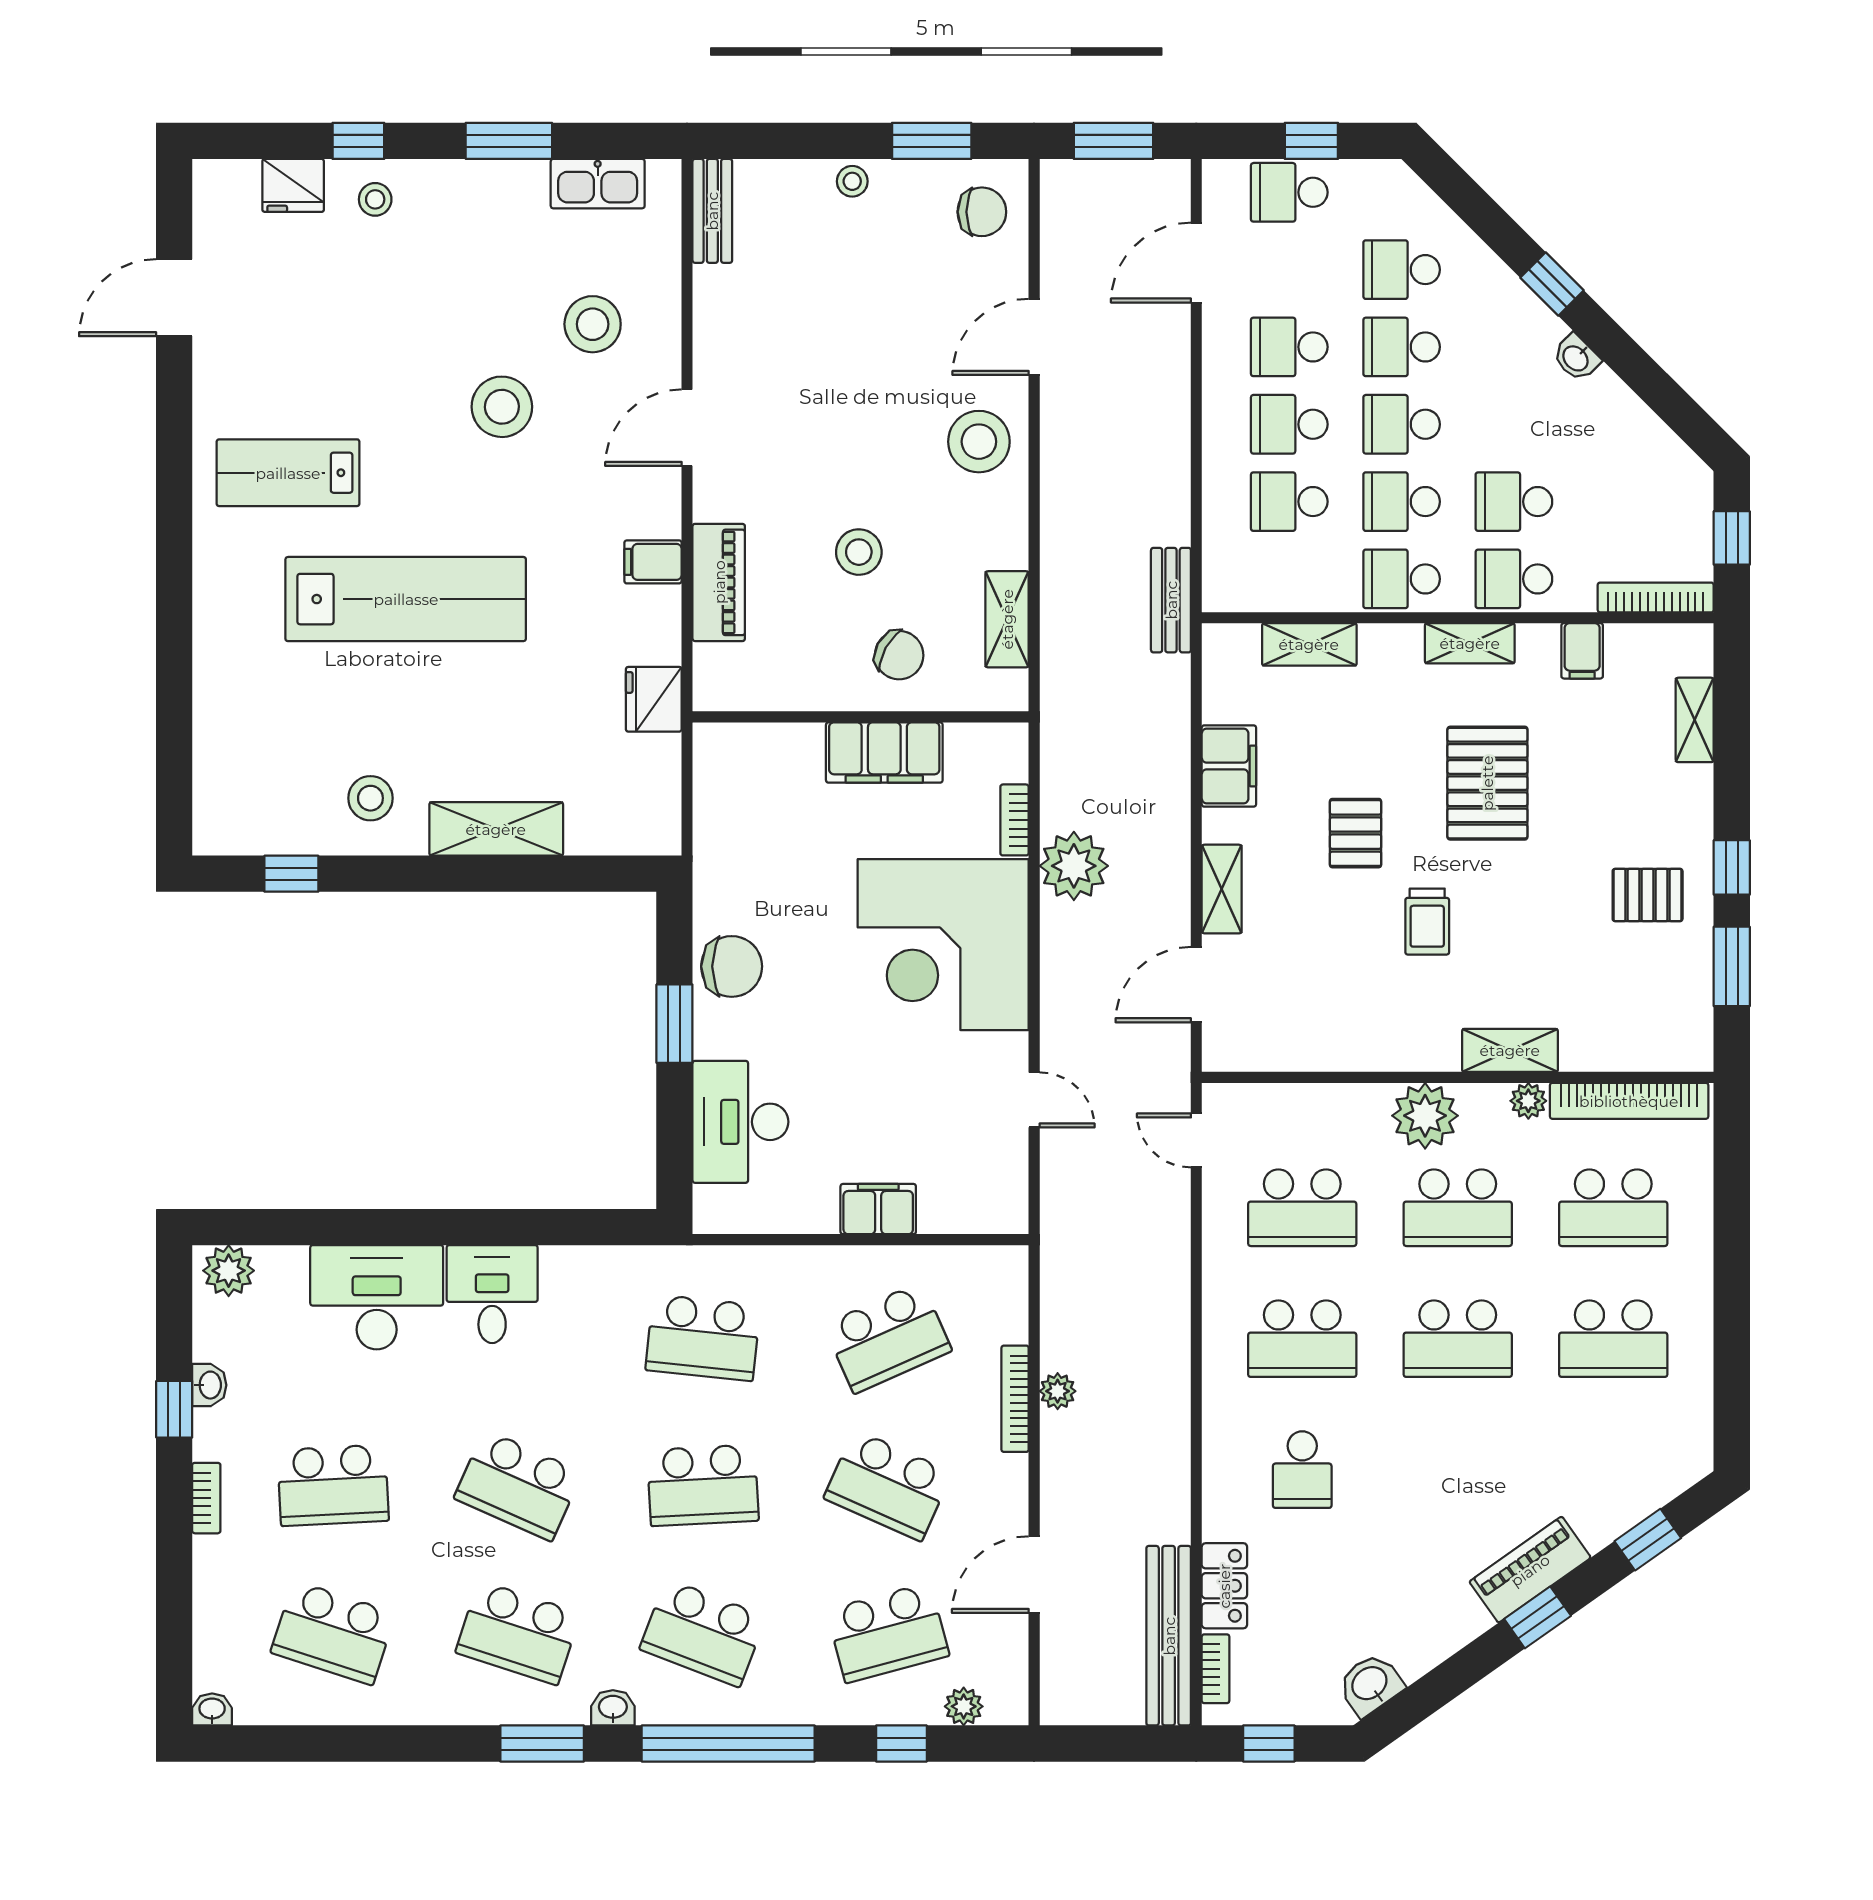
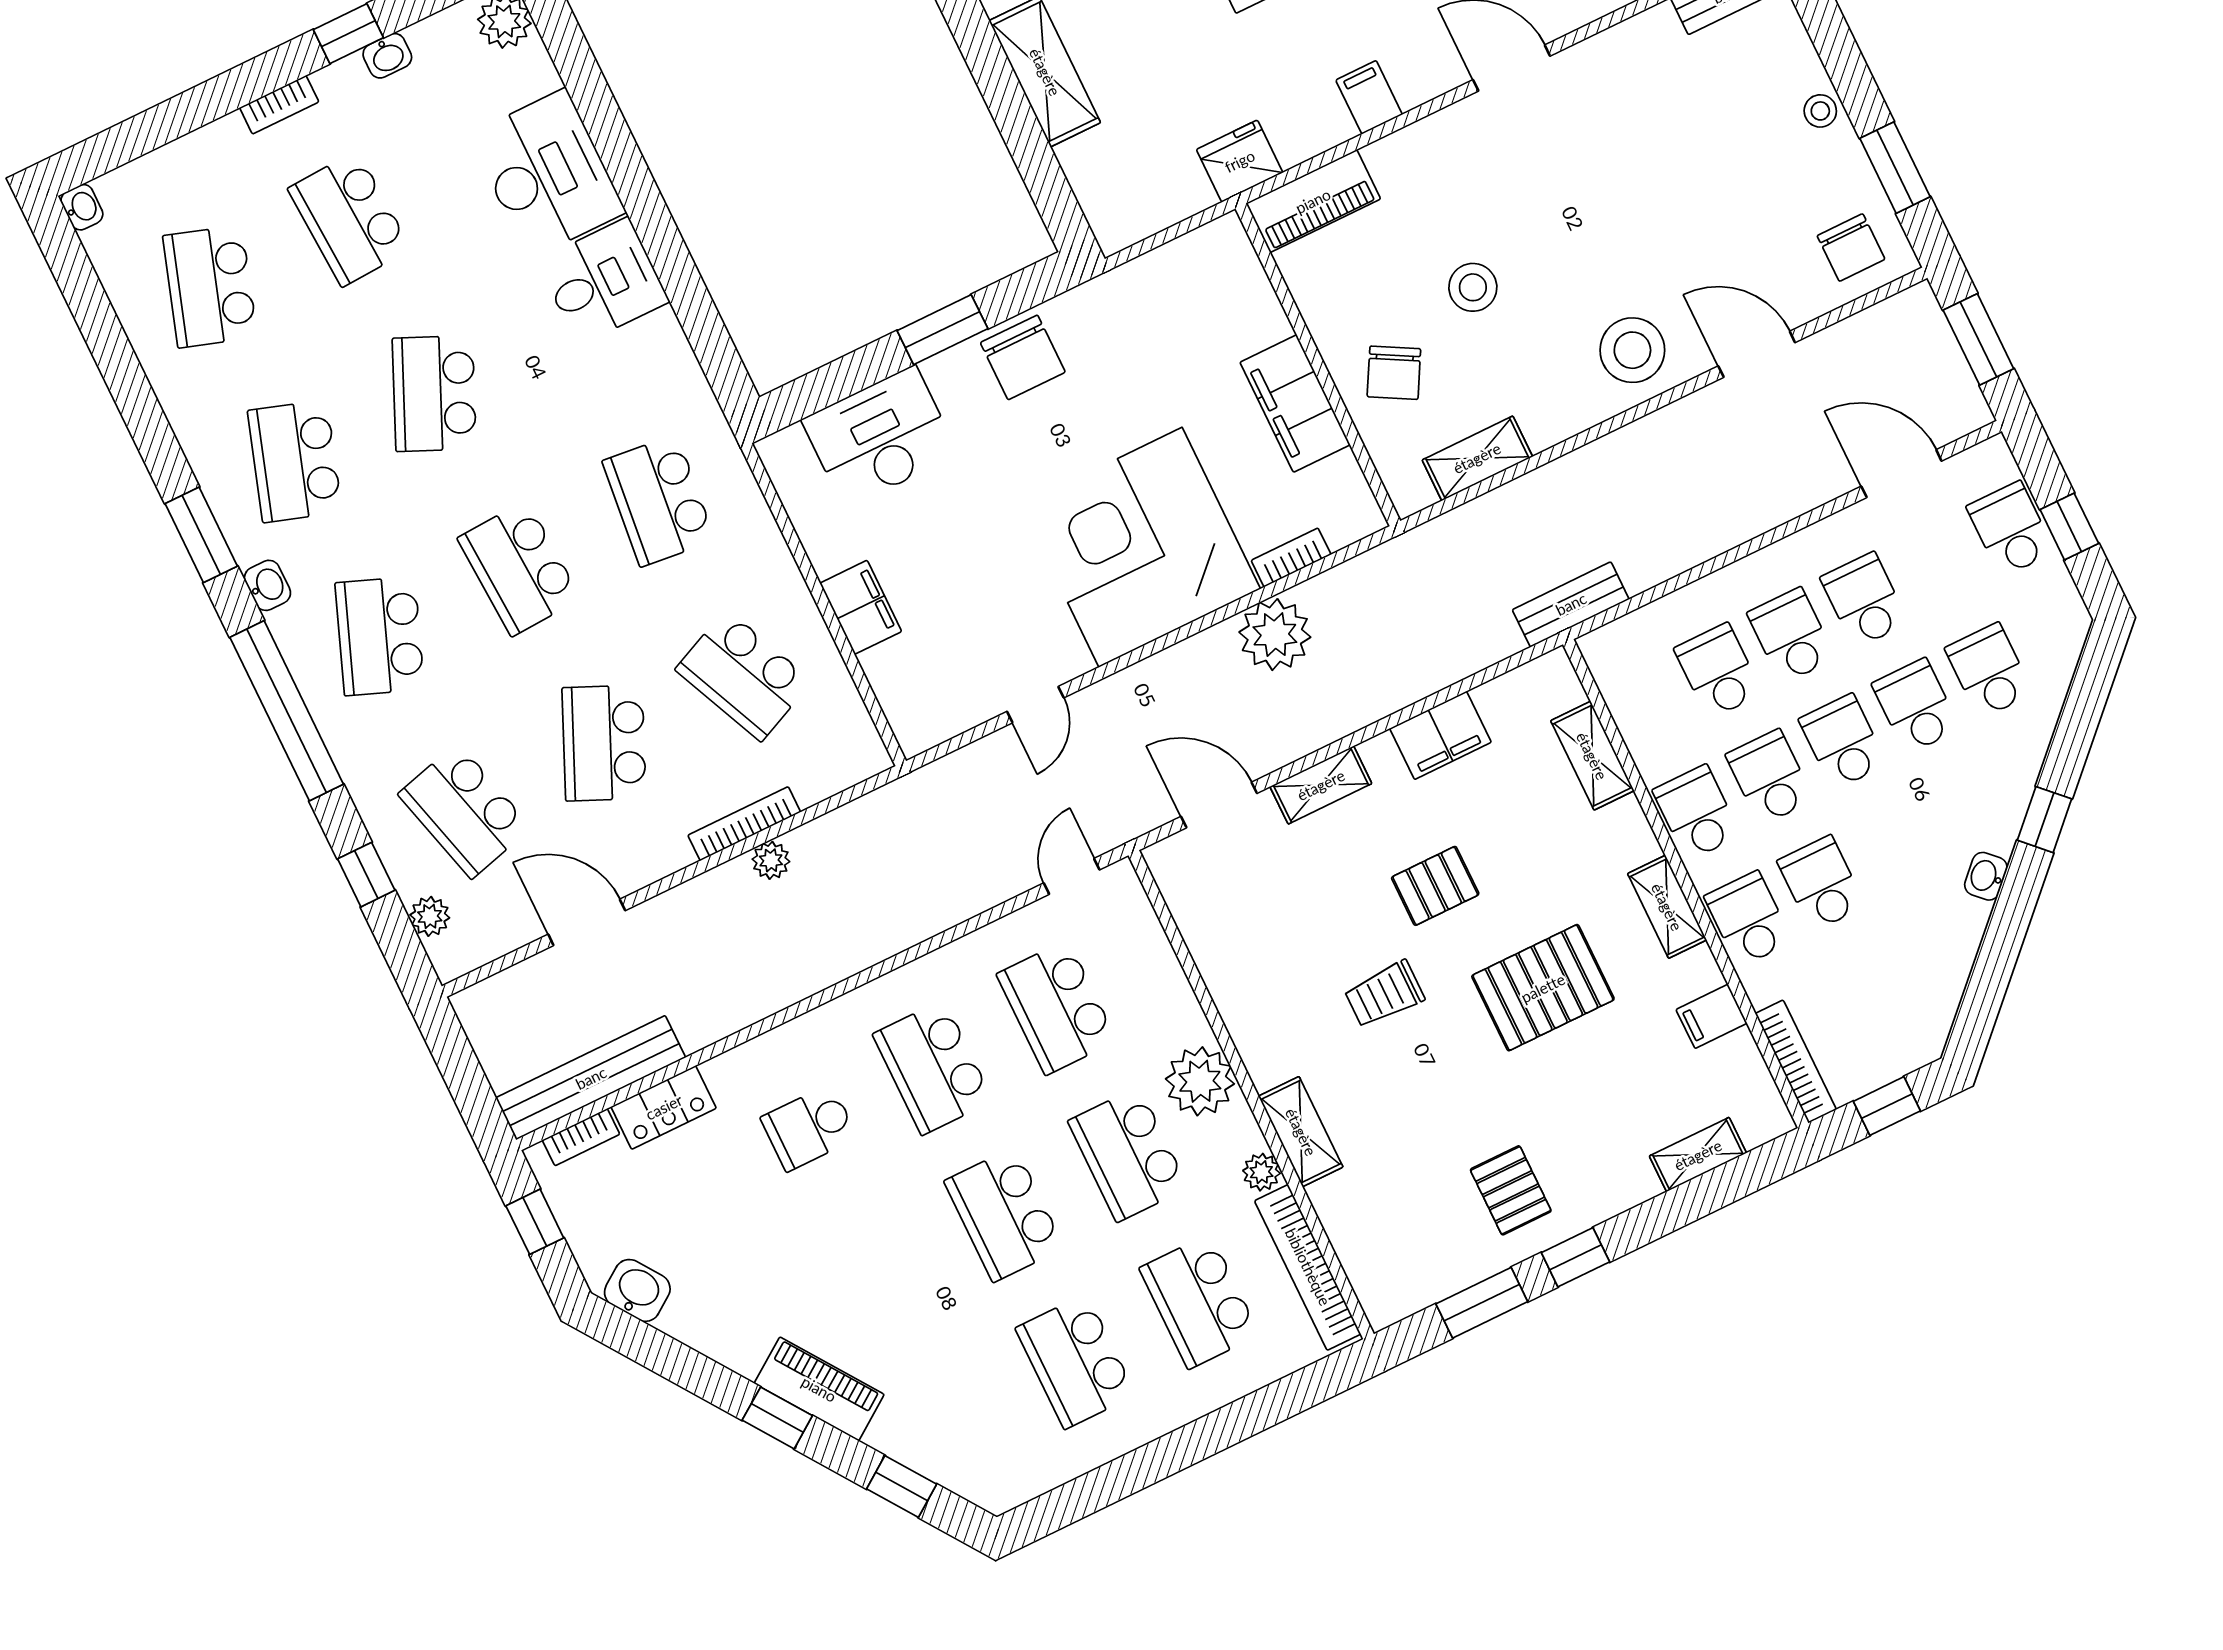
piano: (719, 582) -> (1313, 201), moved

